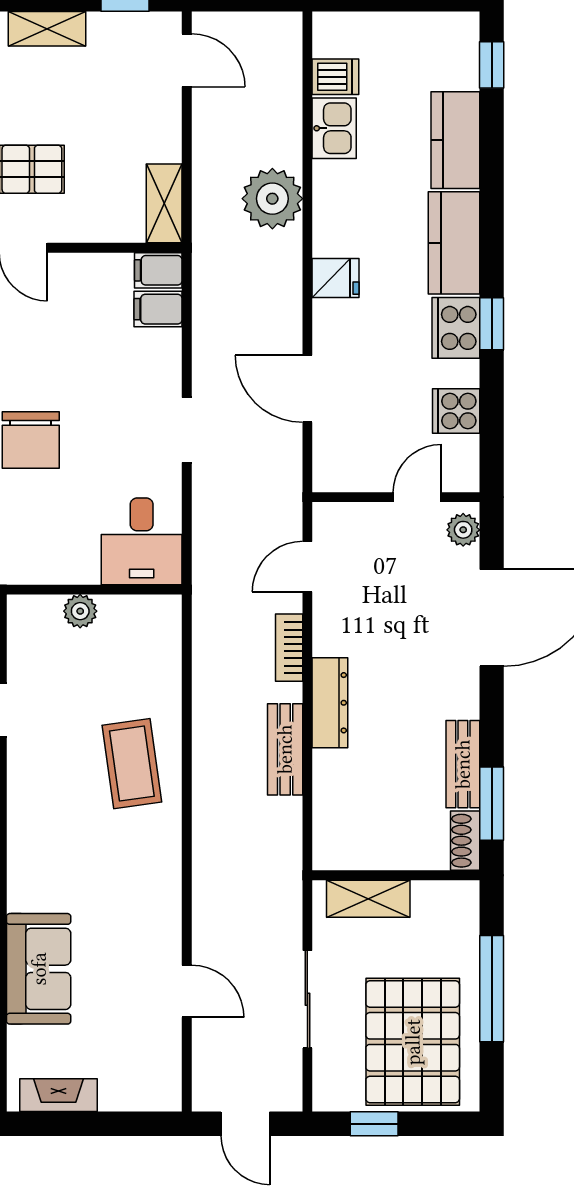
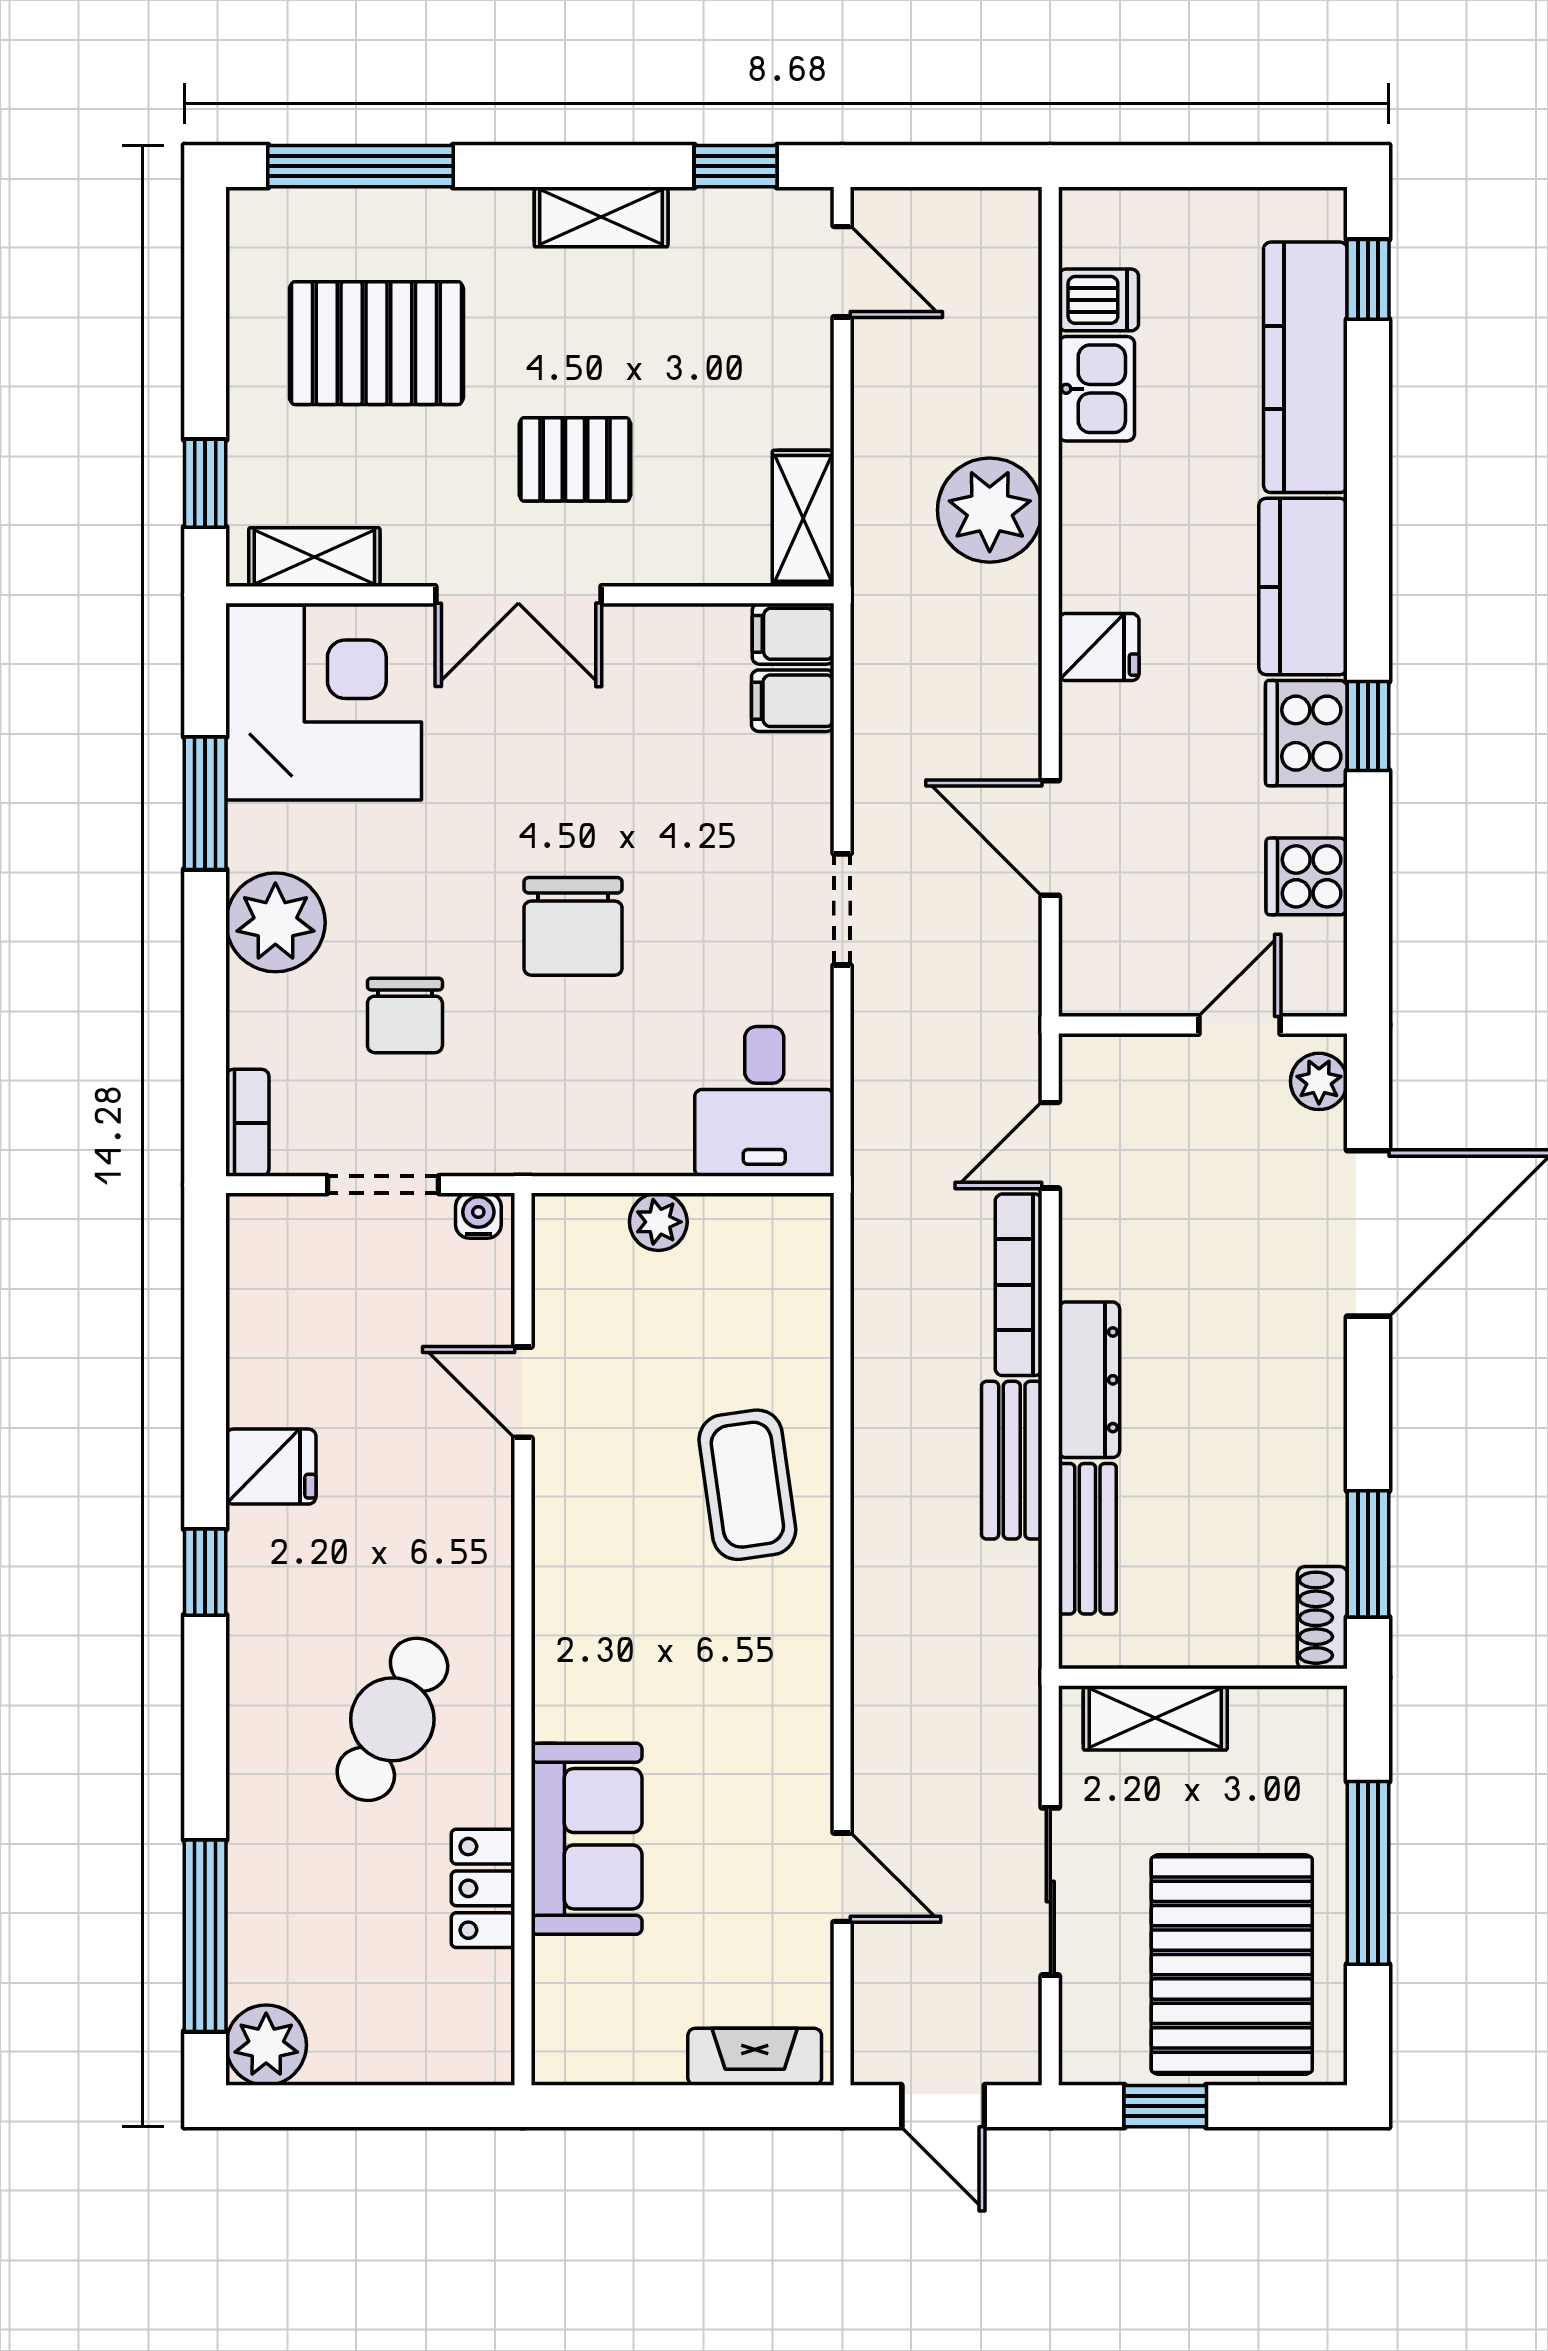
kitchen counter: (455, 140) -> (1305, 367), width x1.50
bookcase: (289, 648) -> (1019, 1285), width x1.56
bench: (463, 764) -> (1087, 1539), moved
fireplace: (58, 1095) -> (755, 2057), moved

